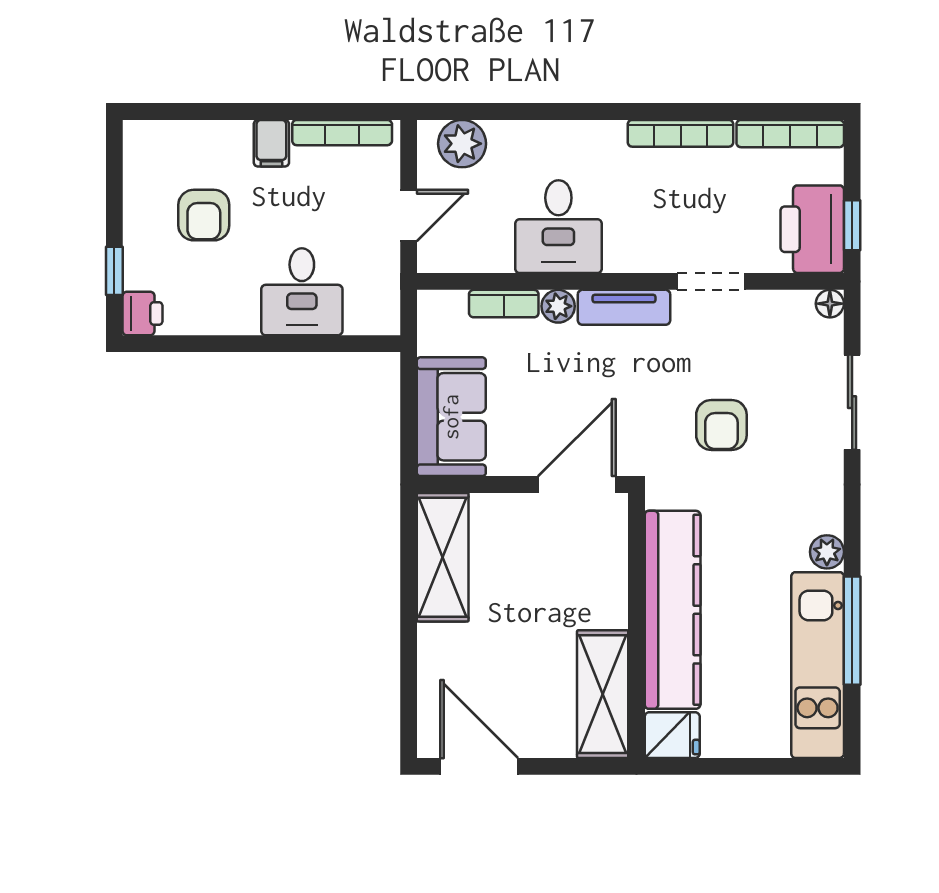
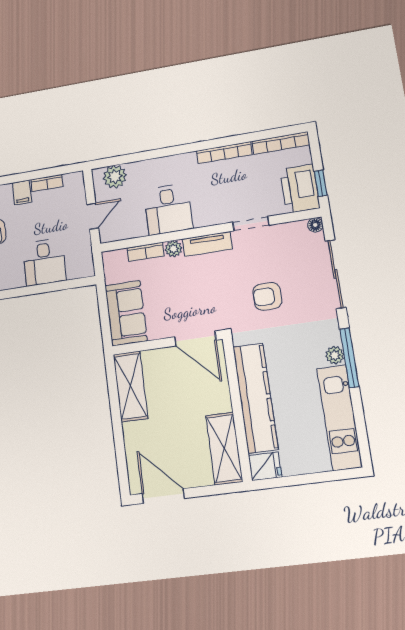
bookcase: (342, 133) -> (47, 183), width x0.64
sliding door: (852, 402) -> (336, 274), width x1.37
armchair: (721, 425) -> (267, 296), turned 90
door: (577, 485) -> (195, 339), swing flipped
window: (852, 631) -> (349, 358), moved

